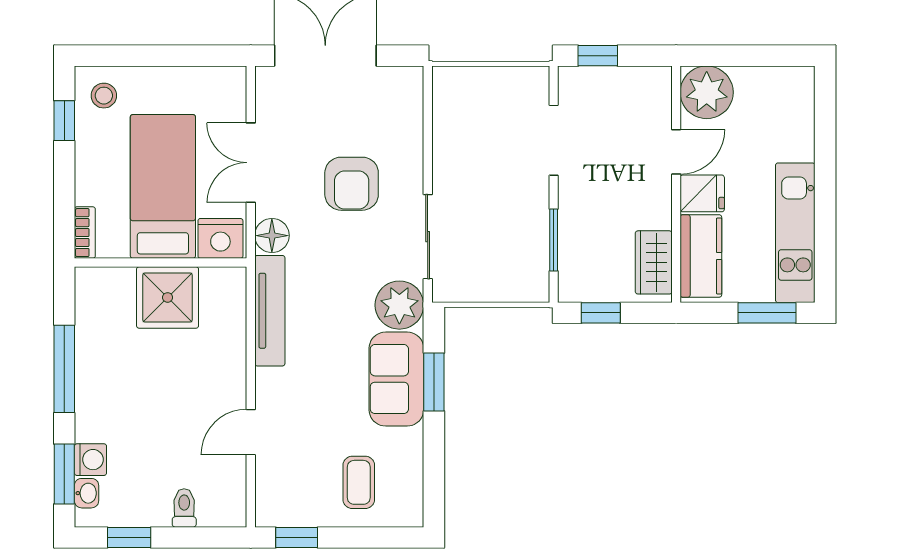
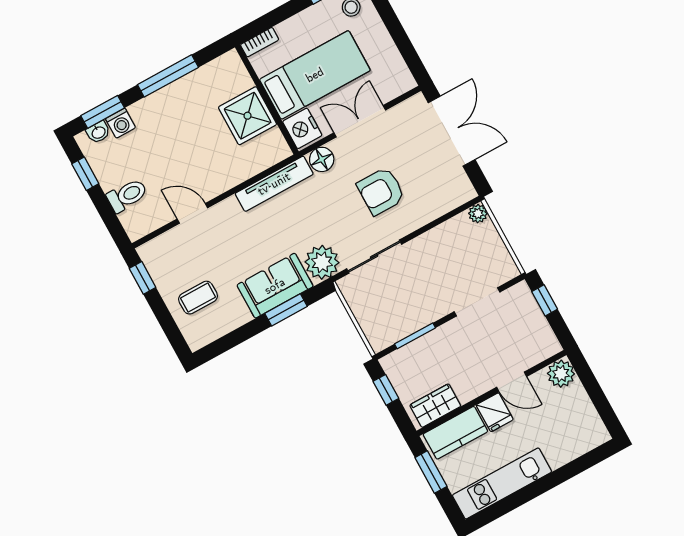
plant: (445, 79) -> (478, 214), added
plant: (707, 92) -> (561, 374), width x0.73, depth x0.73
window: (767, 313) -> (431, 472), moved
toilet: (184, 508) -> (127, 195), width x1.37, depth x1.39

